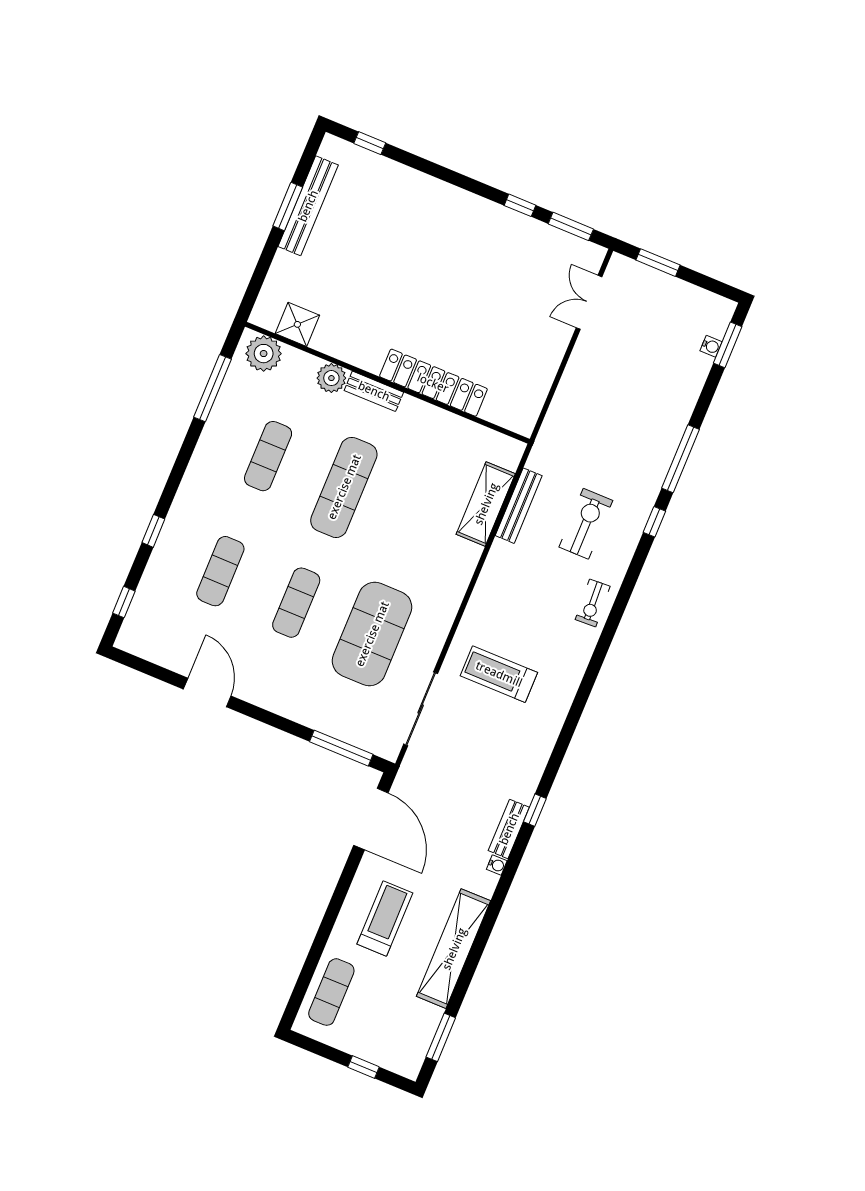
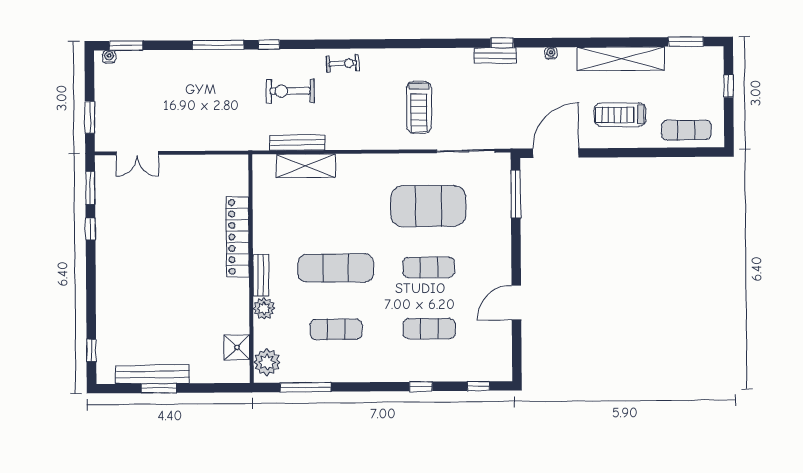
water cooler: (711, 346) -> (109, 57), moved
bench: (509, 829) -> (495, 56), moved

